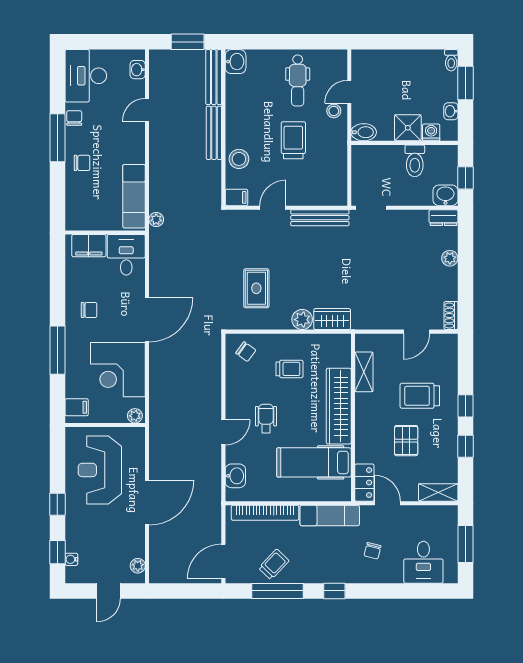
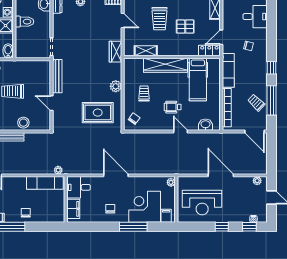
filing cabinet: (236, 197) -> (46, 124), removed
rug: (256, 288) -> (98, 113), width x1.36, depth x1.43
wardrobe: (332, 319) -> (115, 52), moved
corner desk: (118, 370) -> (145, 207), moved, turned 180

